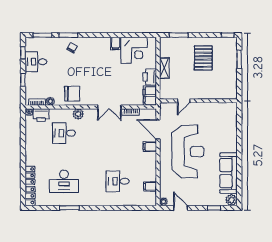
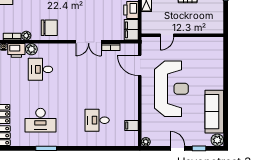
plant: (78, 114) -> (31, 49), moved
filing cabinet: (150, 147) -> (131, 84), removed
door: (180, 208) -> (178, 148), moved

